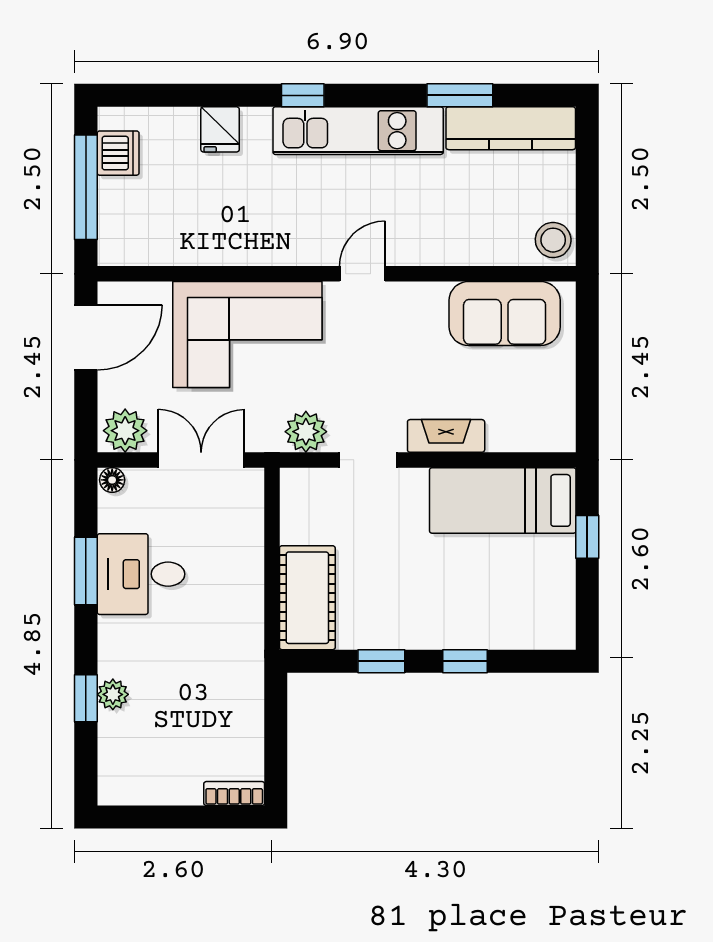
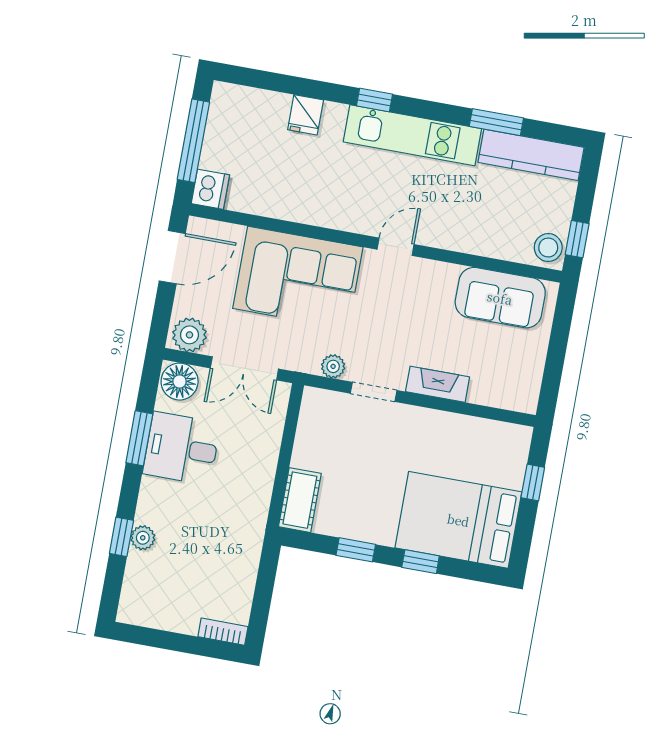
dishwasher: (118, 153) -> (210, 189), moved
window: (587, 223) -> (577, 239), added
plant: (306, 432) -> (333, 366), width x0.73, depth x0.73
double door: (201, 460) -> (244, 368), swing flipped
floor lamp: (112, 480) -> (180, 382), width x1.89, depth x1.89
bed: (503, 500) -> (458, 520), moved, width x1.50
cot: (307, 598) -> (300, 500), width x0.73, depth x0.75

